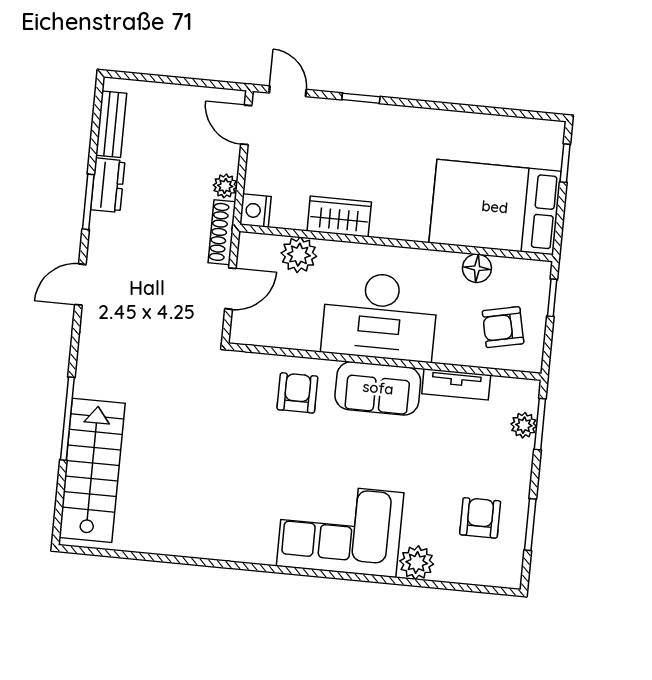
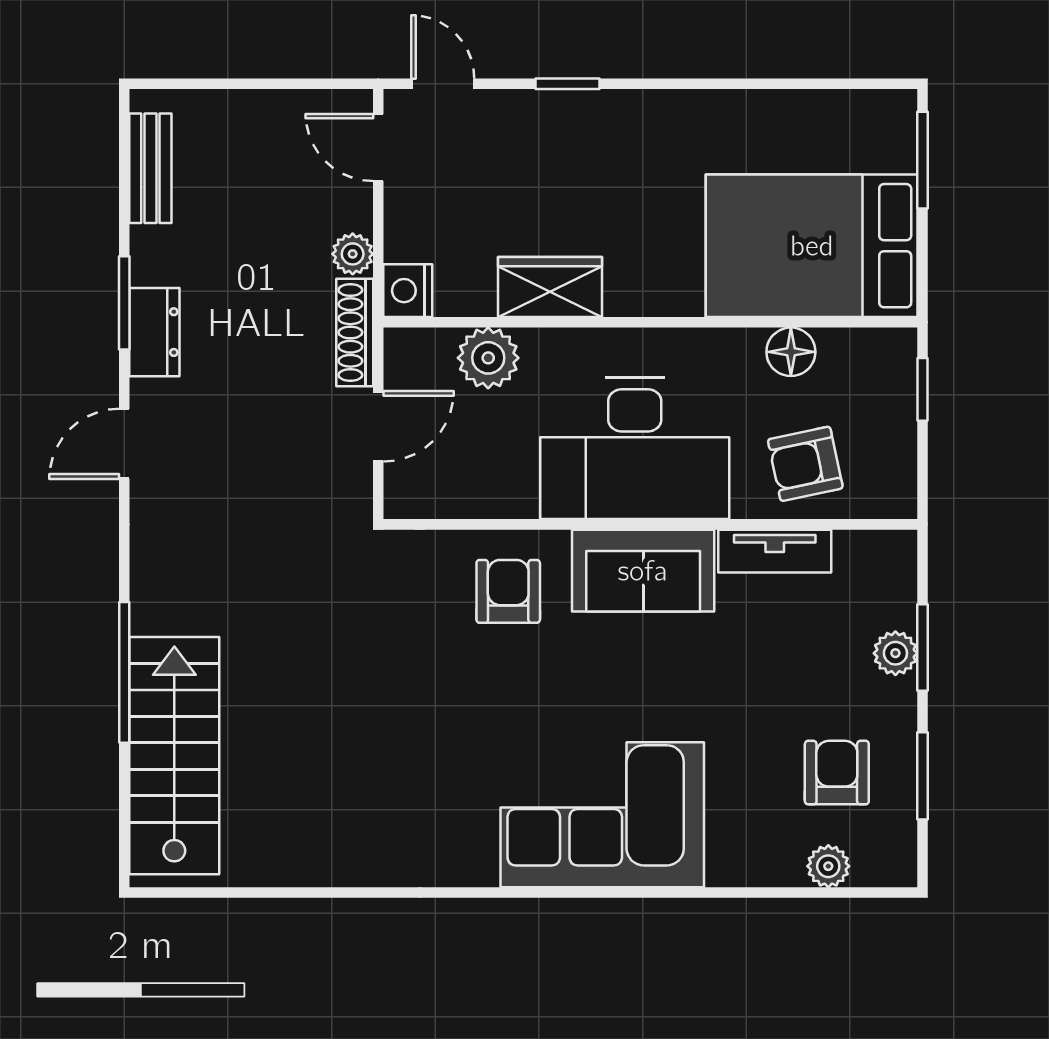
window: (565, 163) -> (923, 160), width x1.50
dresser: (108, 185) -> (154, 332), moved
armchair: (503, 327) -> (805, 464), moved
window: (540, 424) -> (923, 647), moved
plant: (524, 425) -> (895, 653), moved
plant: (417, 563) -> (828, 866), moved, width x0.73, depth x0.73

